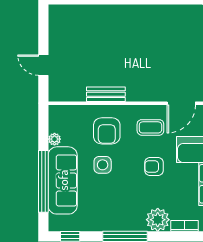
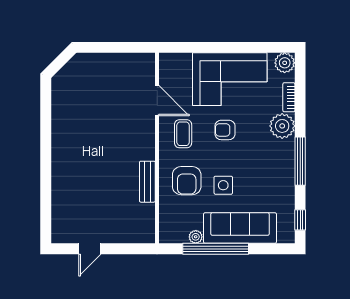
door: (43, 65) -> (90, 249), moved
armchair: (107, 131) -> (187, 181), turned 90
armchair: (154, 166) -> (225, 130), turned 90
window: (43, 181) -> (216, 249), moved

